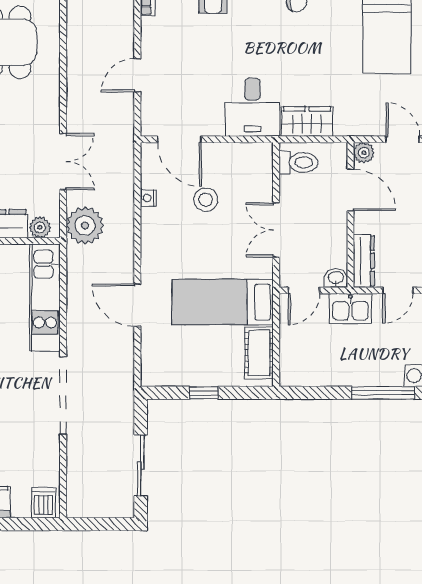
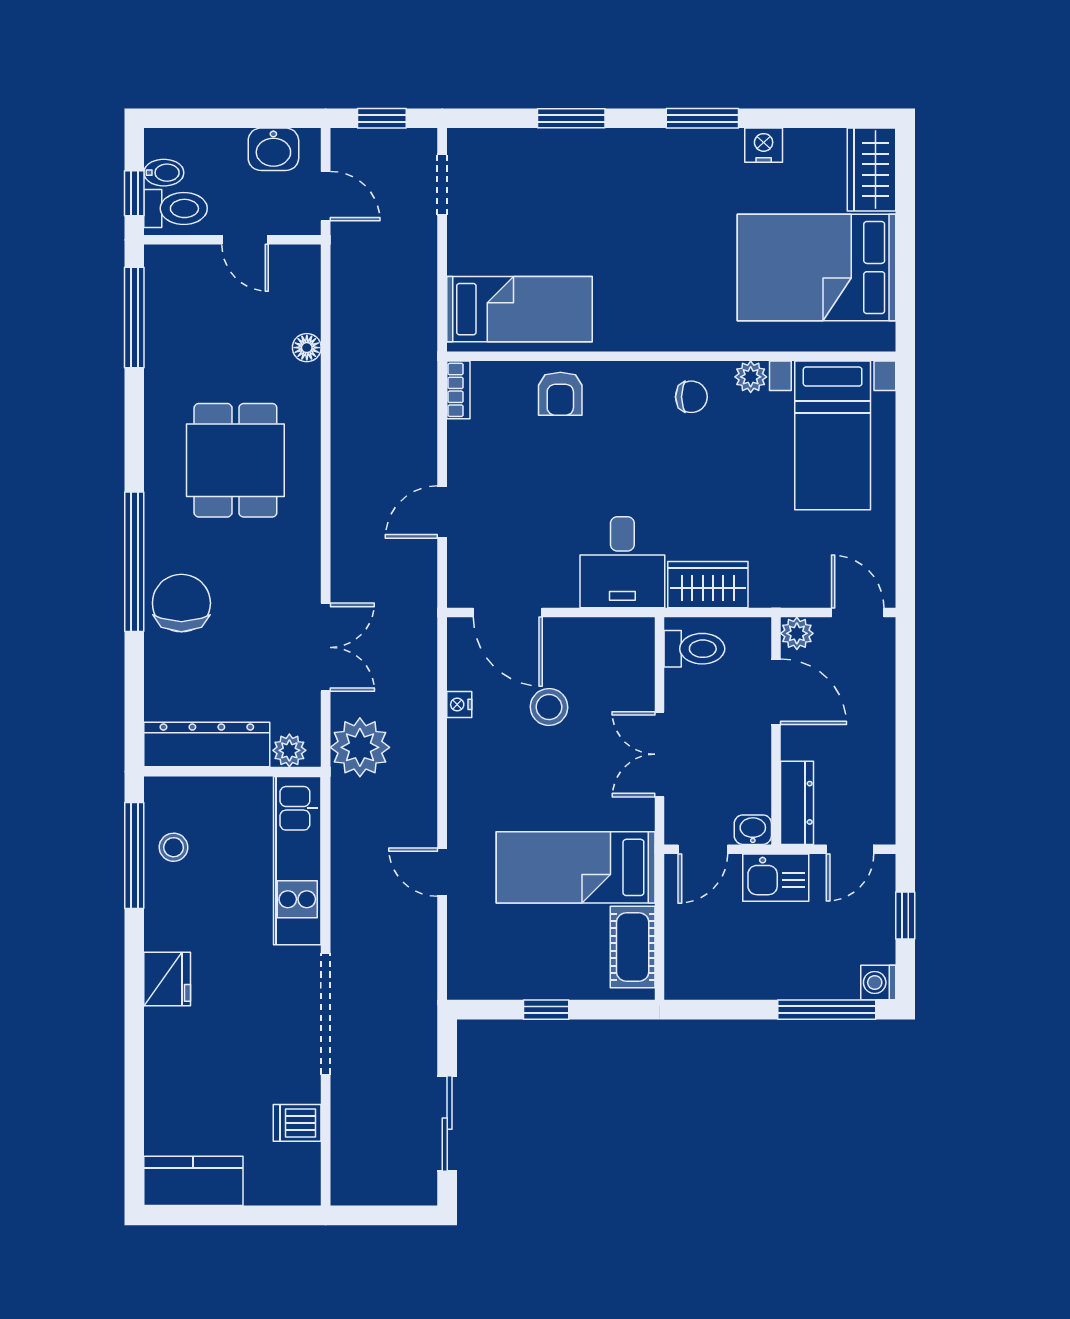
door: (137, 305) -> (442, 872), width x0.73
dishwasher: (44, 503) -> (297, 1123), moved, turned -90

